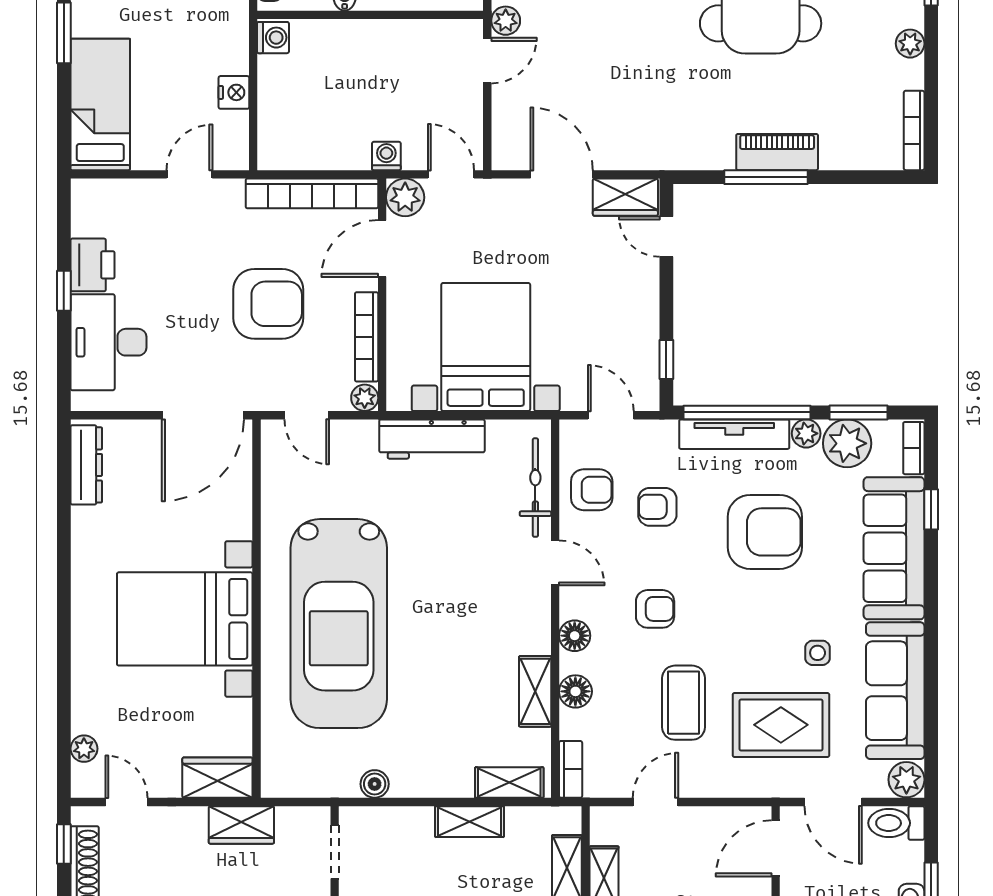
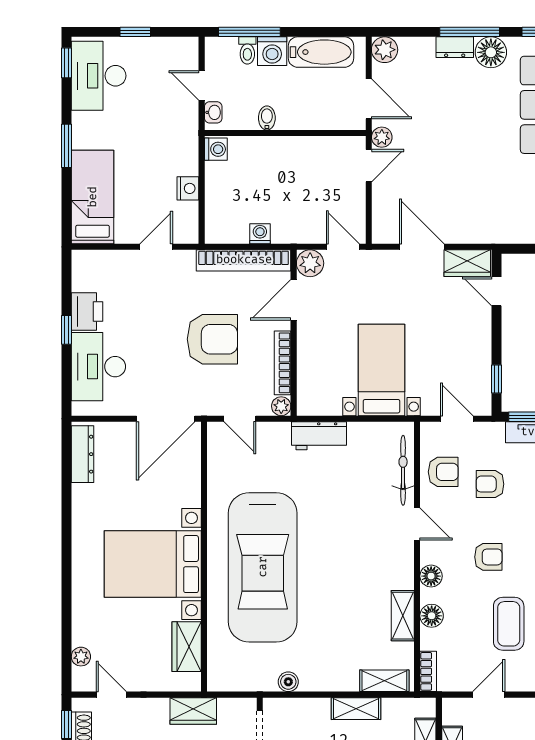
washing machine: (386, 156) -> (260, 234), moved
bed with nightstands: (486, 347) -> (382, 370), width x0.73
workbench: (432, 439) -> (319, 436), width x0.73
wardrobe: (217, 778) -> (187, 647), moved, turned -90

